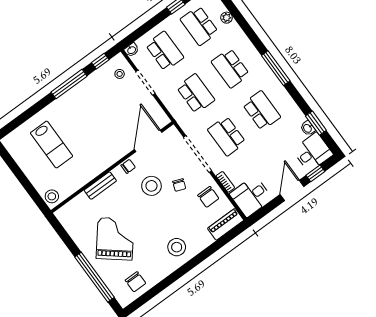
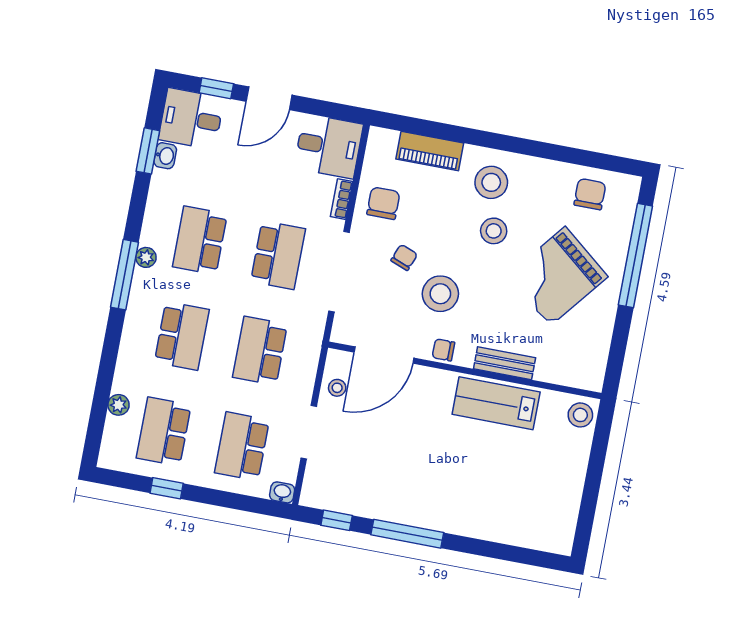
school desk: (199, 26) -> (164, 431), turned 180
stool: (120, 74) -> (337, 388), moved
plant: (275, 83) -> (146, 257), added
lab bench: (52, 144) -> (496, 403), moved, turned -90
piano: (226, 224) -> (430, 151), moved
stool: (157, 230) -> (494, 231), added

